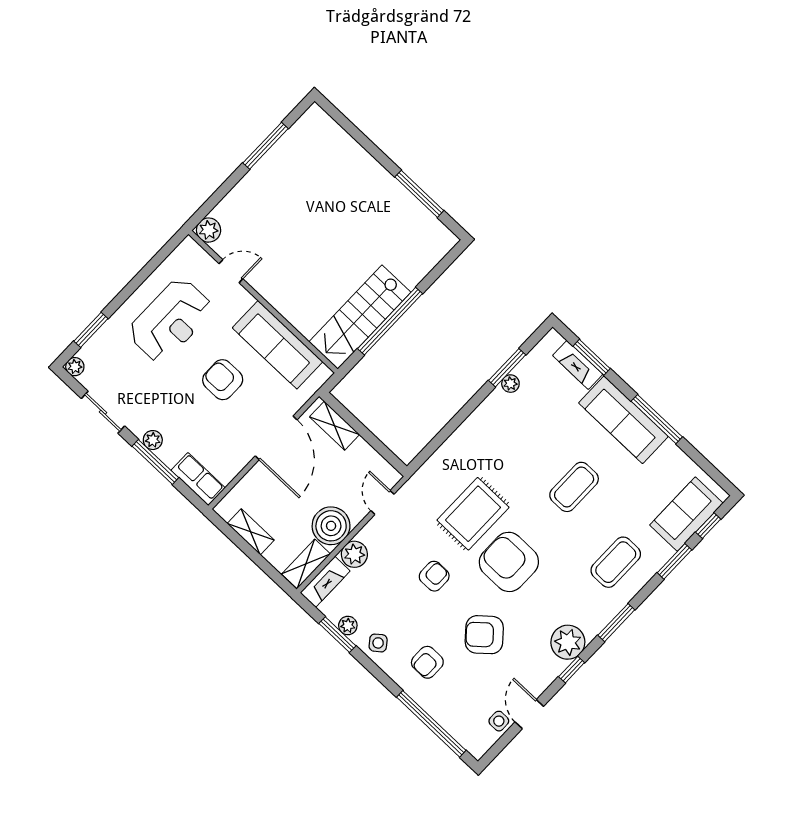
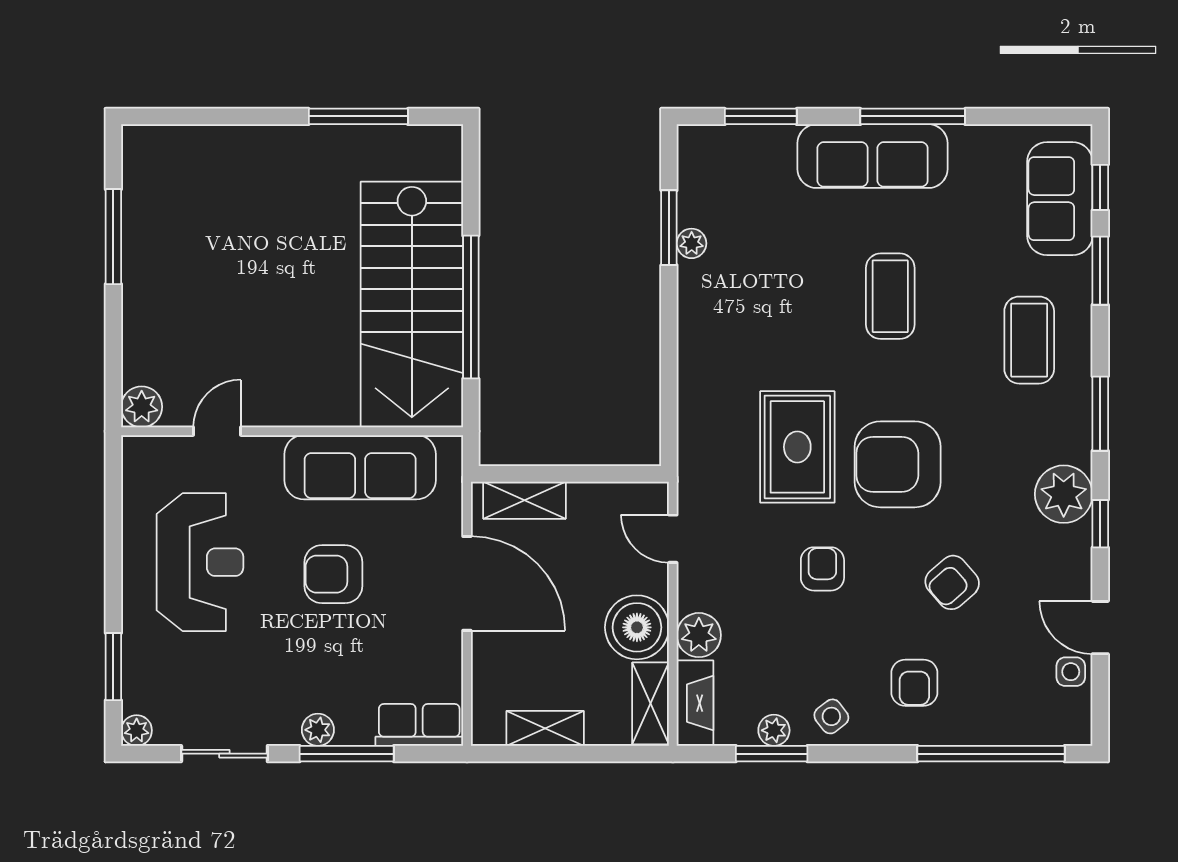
stairs: (360, 317) -> (412, 304), width x1.36, depth x1.51
fireplace: (578, 365) -> (752, 142), removed
armchair: (484, 635) -> (952, 582), width x0.72, depth x0.72

